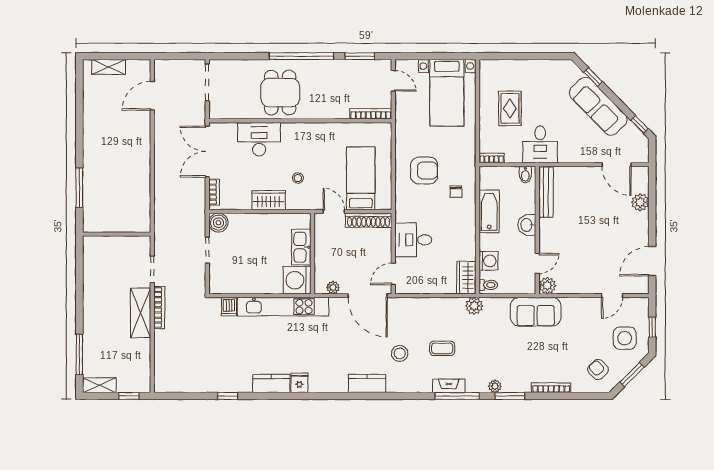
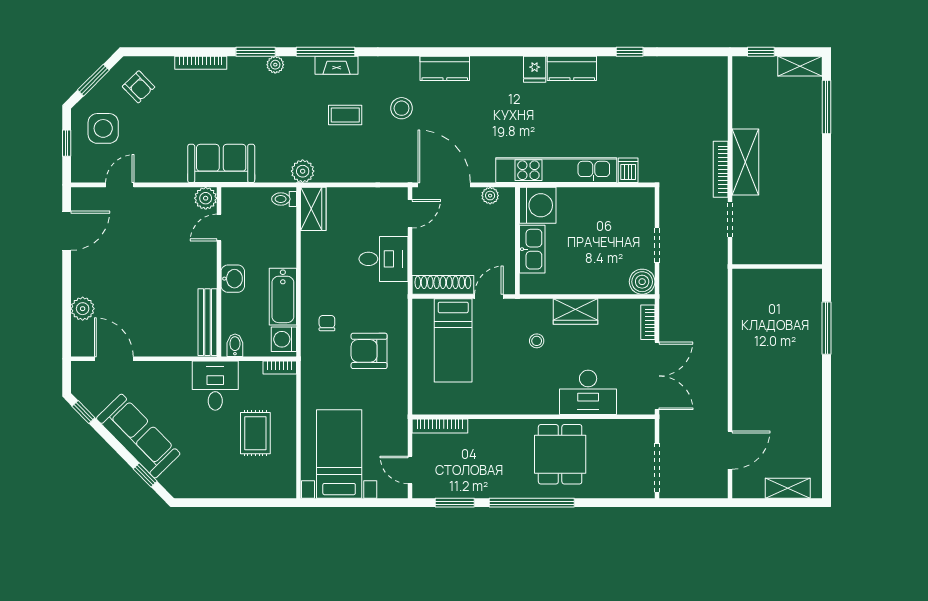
door: (334, 211) -> (489, 297), swing flipped
washing machine: (488, 261) -> (284, 339), moved

